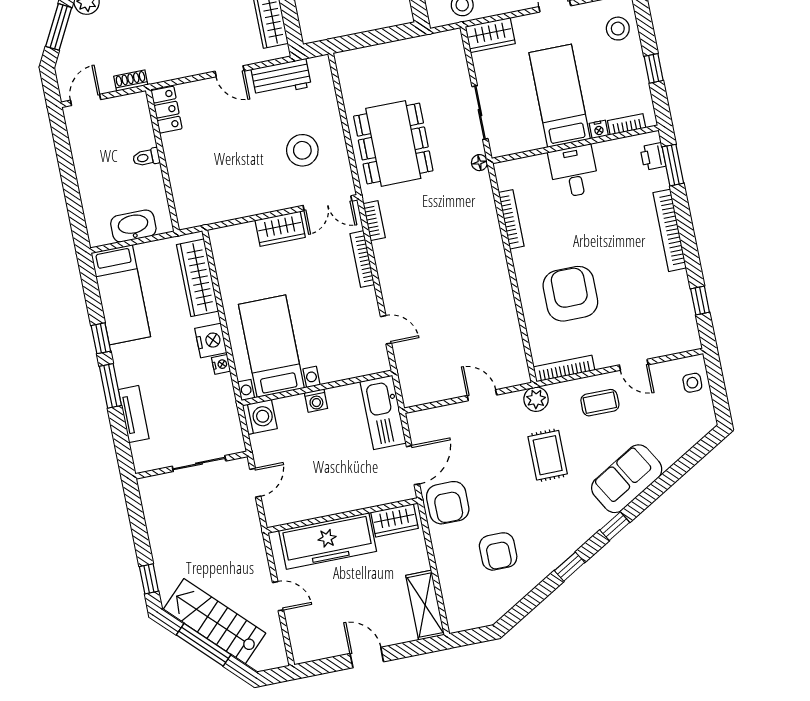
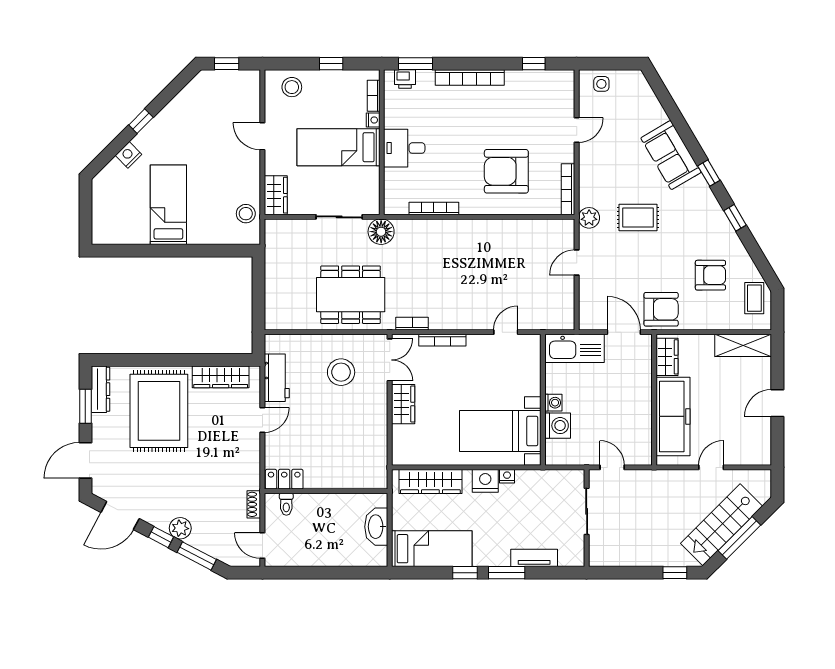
toilet: (146, 157) -> (286, 504), moved
floor lamp: (479, 163) -> (381, 232), width x1.89, depth x1.89
coffee table: (600, 403) -> (754, 298), moved
washing machine: (260, 417) -> (558, 426), moved, turned 90

